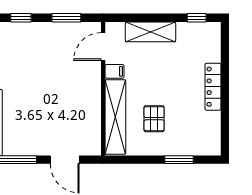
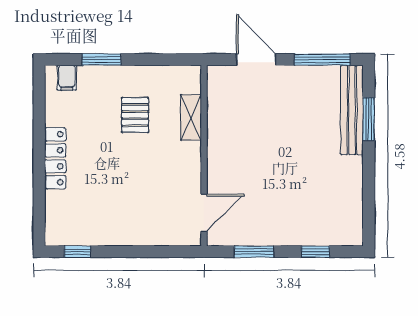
shelving: (150, 32) -> (140, 233), removed
filing cabinet: (114, 71) -> (67, 78), moved, turned -90
shelving: (115, 117) -> (191, 117), width x0.45, depth x0.75

